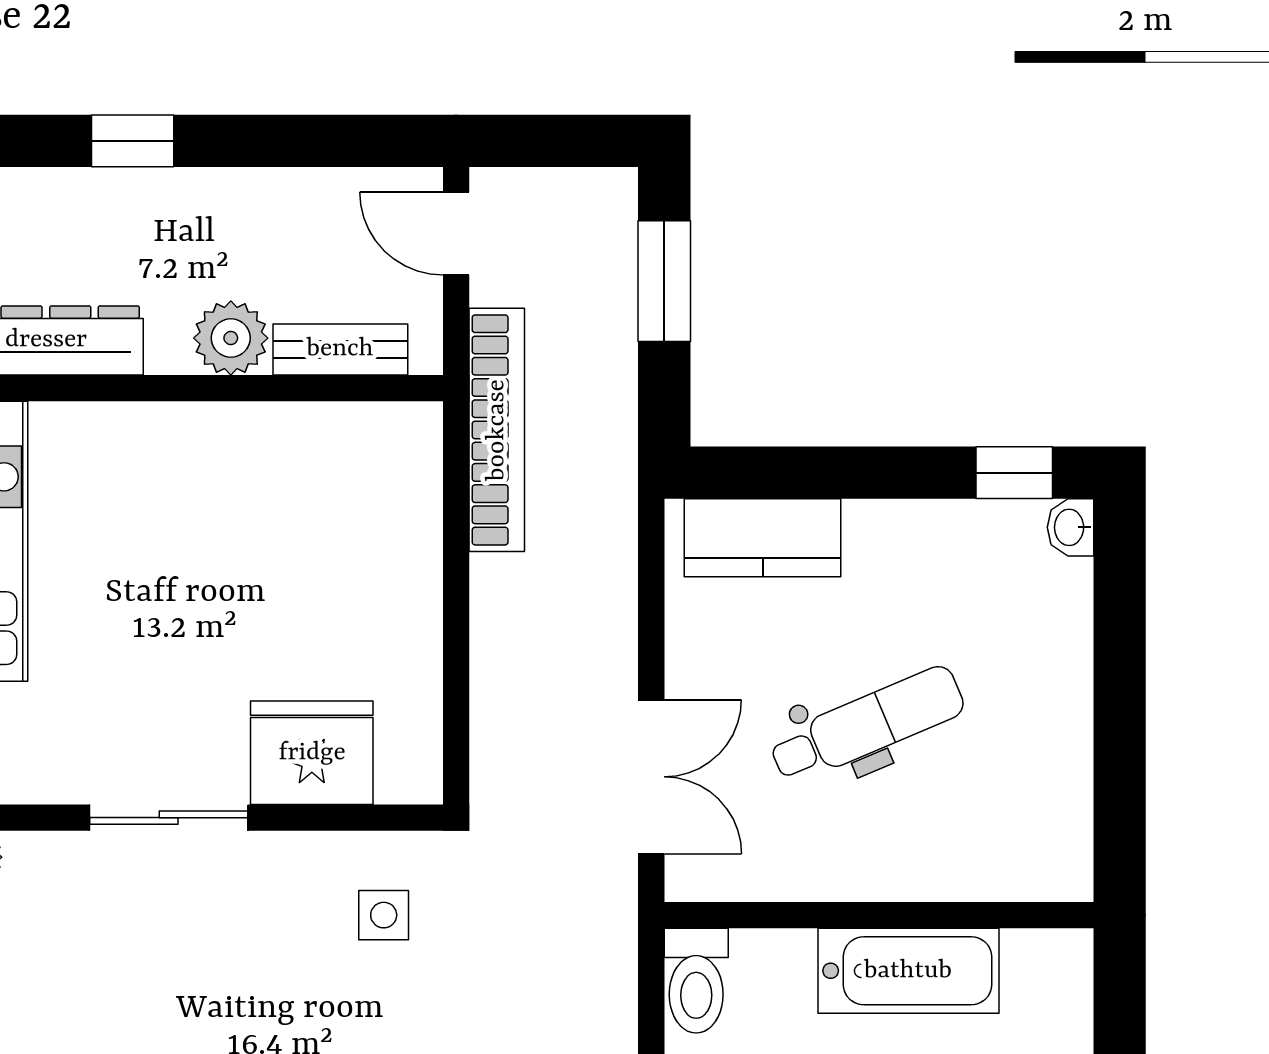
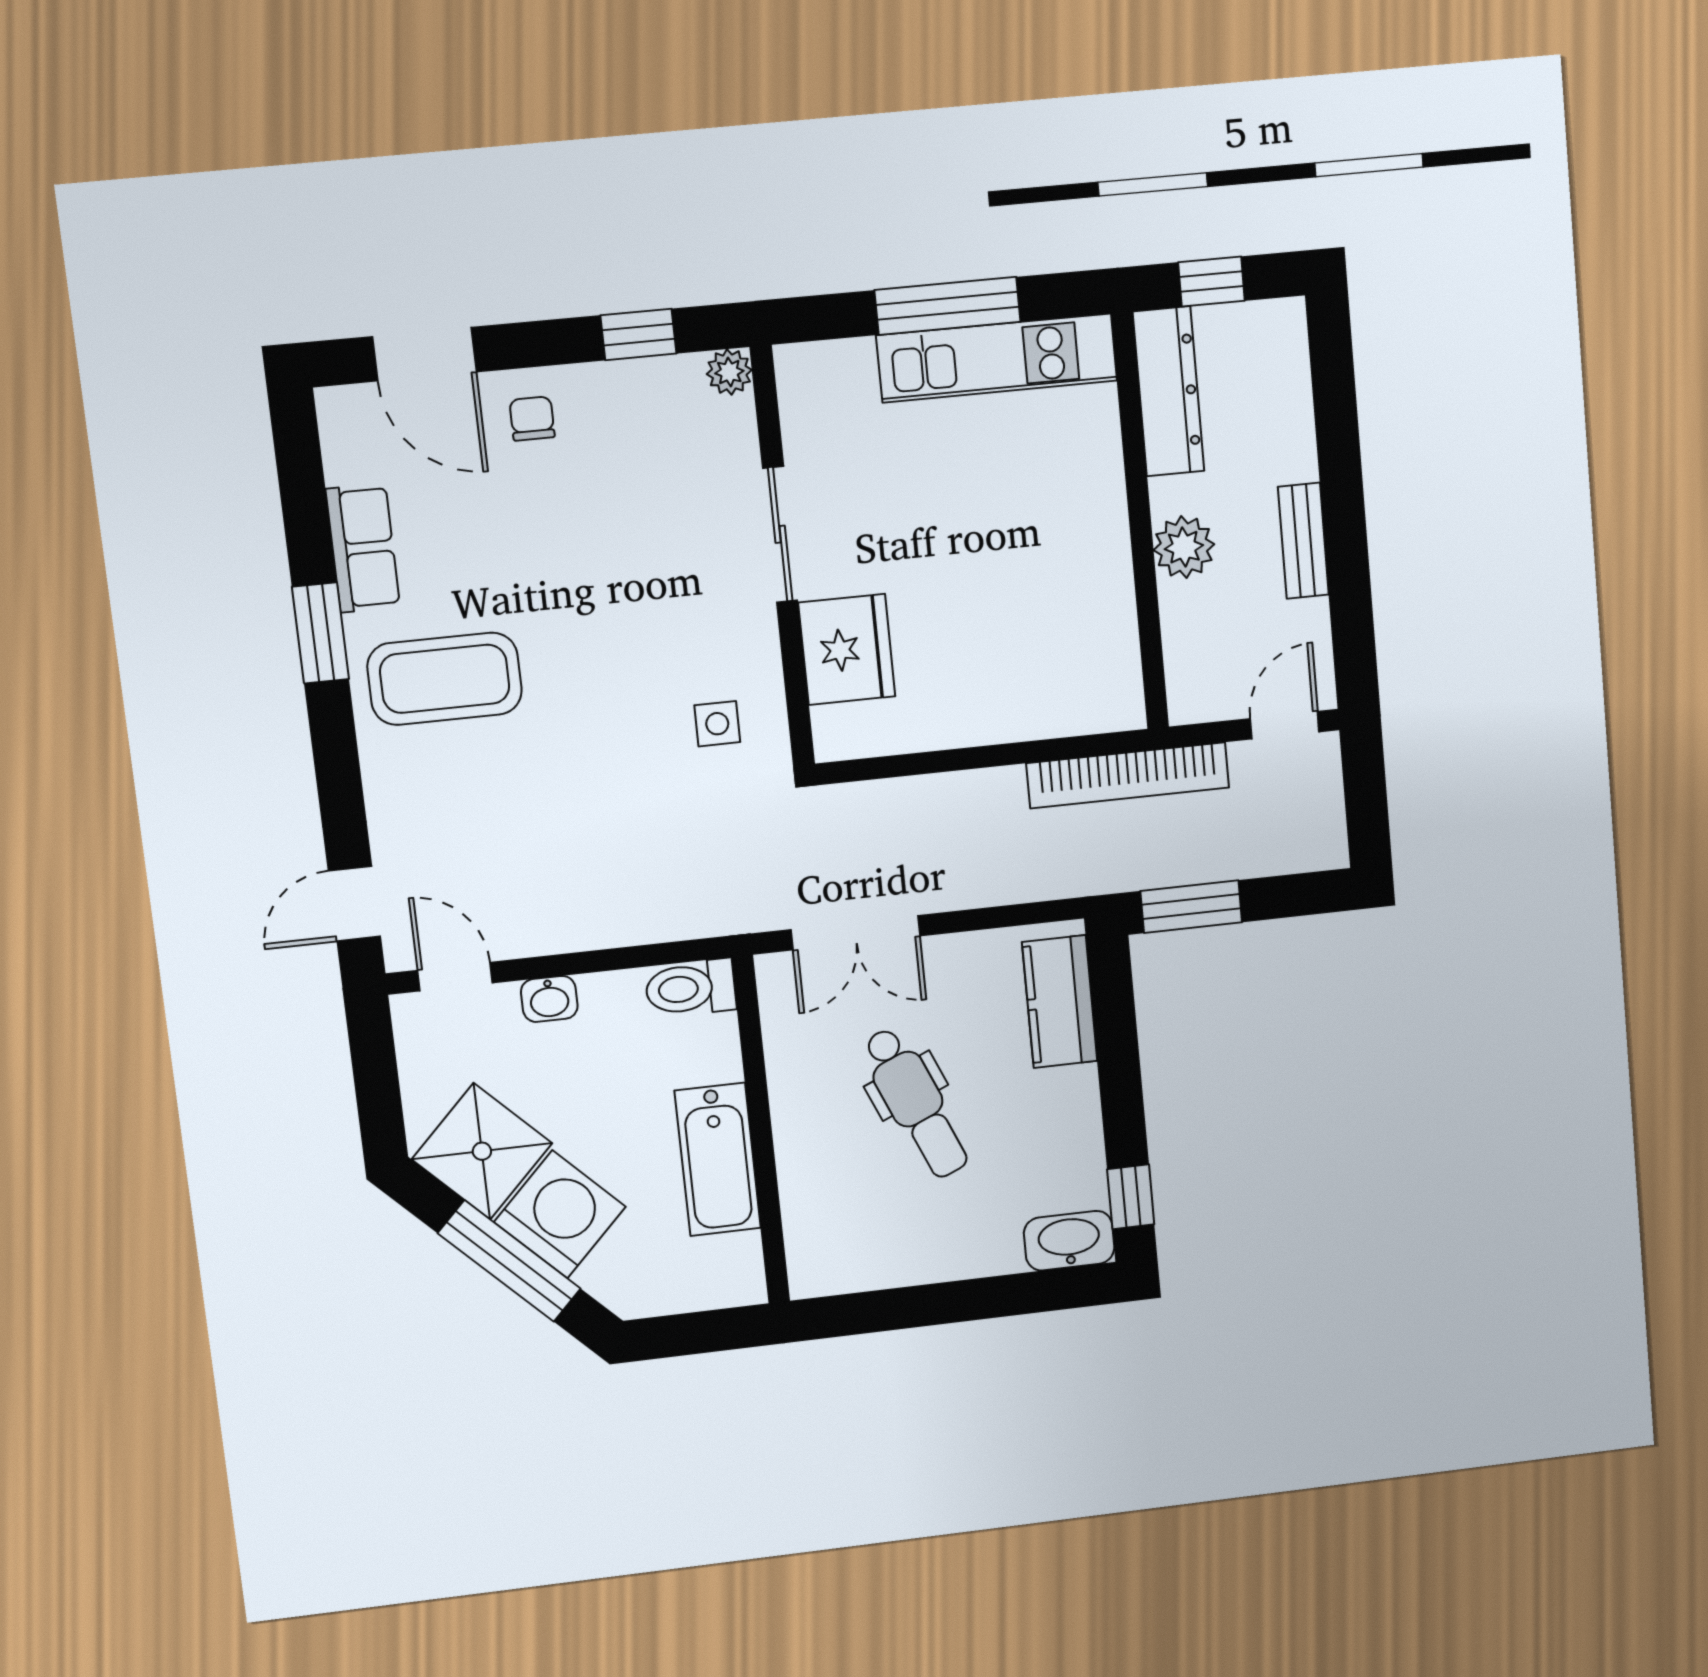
window: (133, 141) -> (1339, 449), removed
window: (664, 281) -> (1191, 907), moved
bench: (340, 349) -> (1303, 541), moved
washbasin: (1070, 527) -> (1069, 1241), width x1.91, depth x1.45

